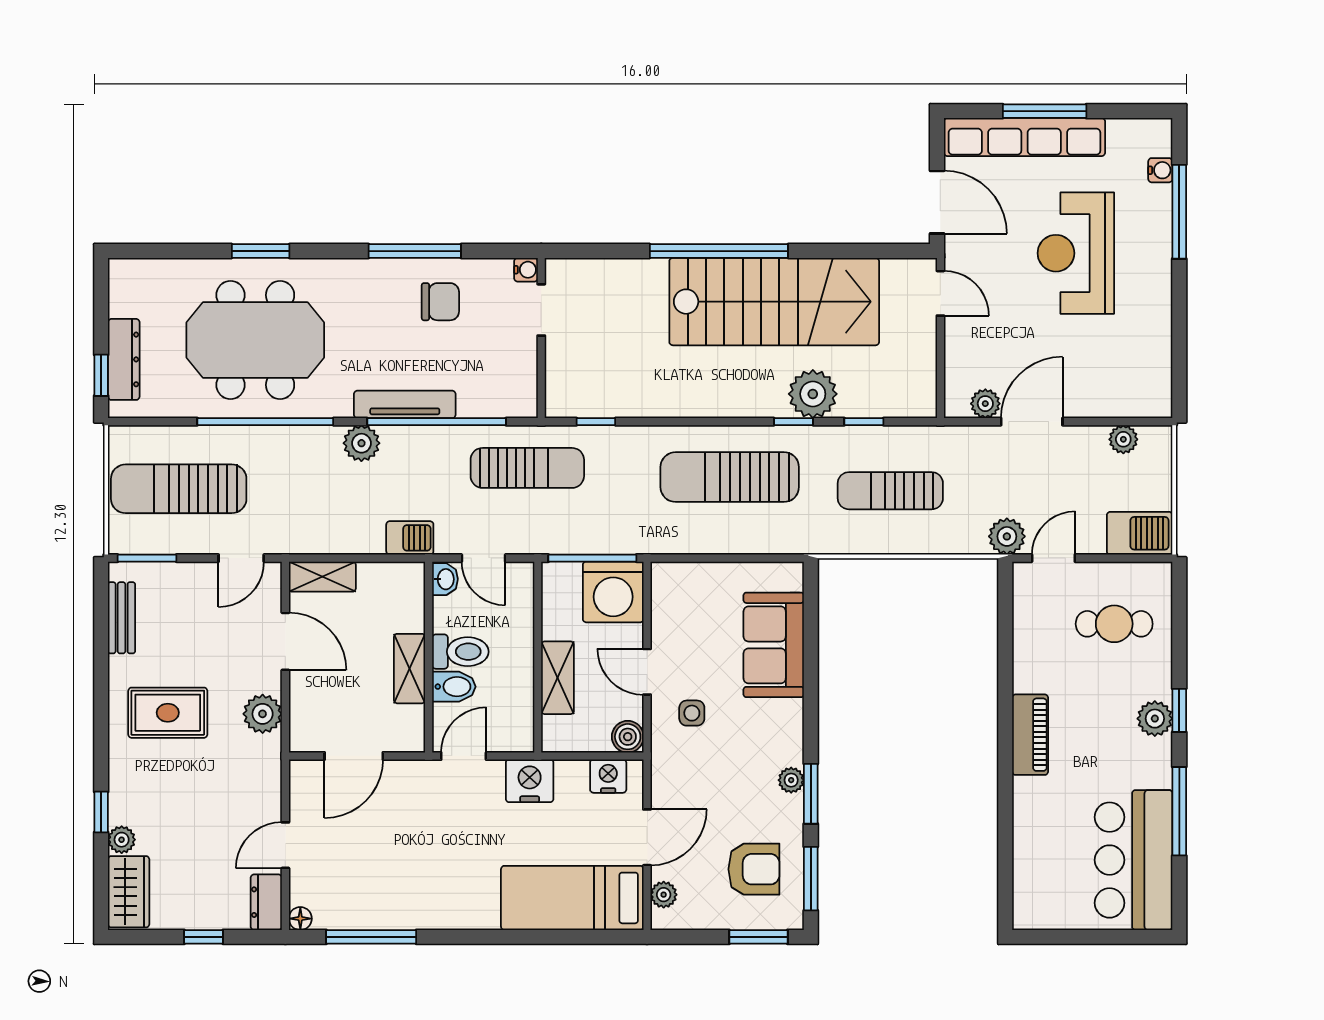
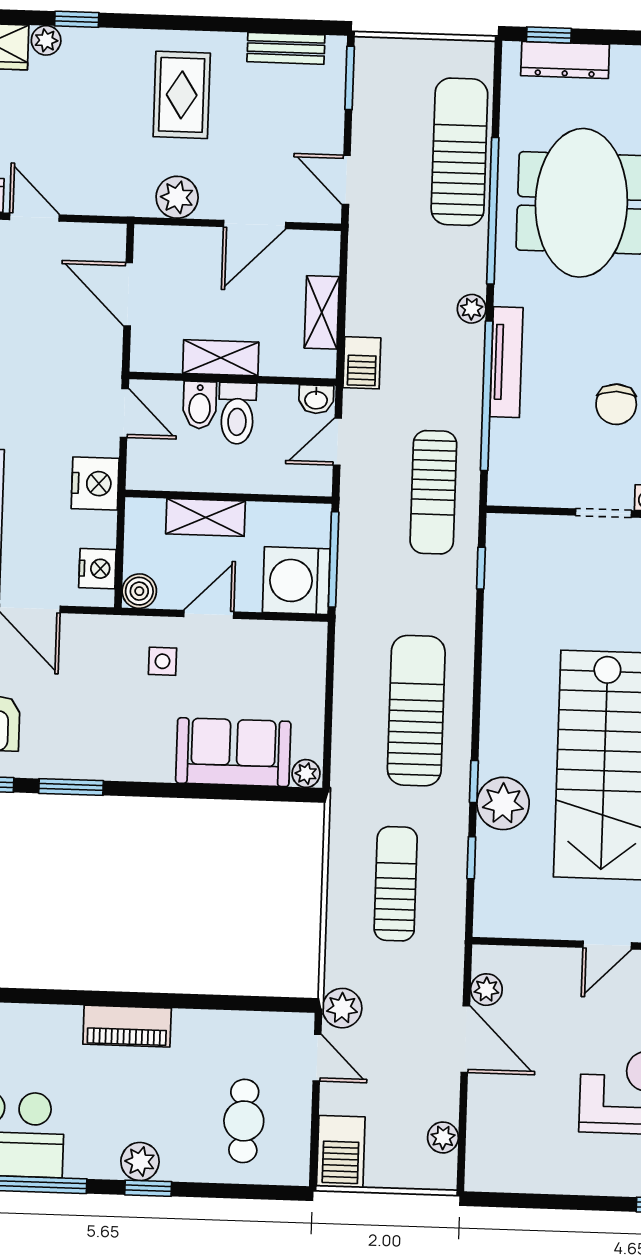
plant: (361, 443) -> (472, 309), width x0.73, depth x0.73
sun lounger: (179, 489) -> (459, 152), moved
shelving: (322, 577) -> (322, 312), moved
plant: (791, 780) -> (306, 773), moved

